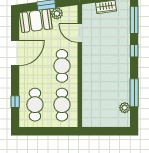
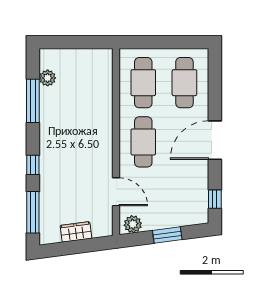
plant: (57, 14) -> (133, 224), moved
booth: (36, 21) -> (183, 211), removed
door: (15, 53) -> (215, 140), moved
window: (15, 102) -> (215, 199), moved

